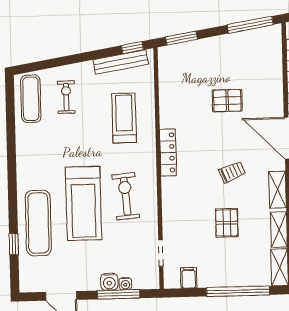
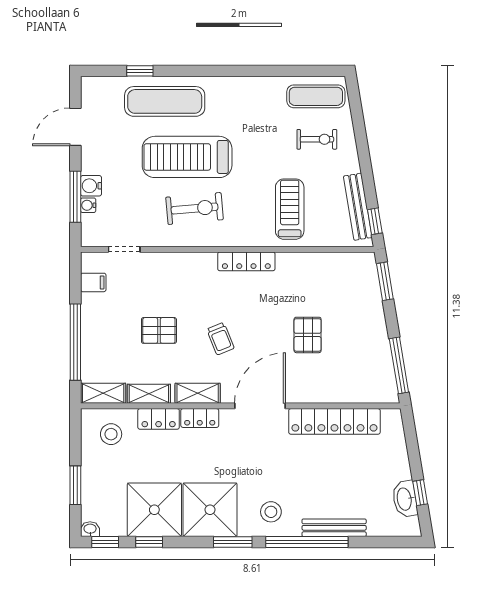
treadmill: (124, 118) -> (290, 209), turned -90

